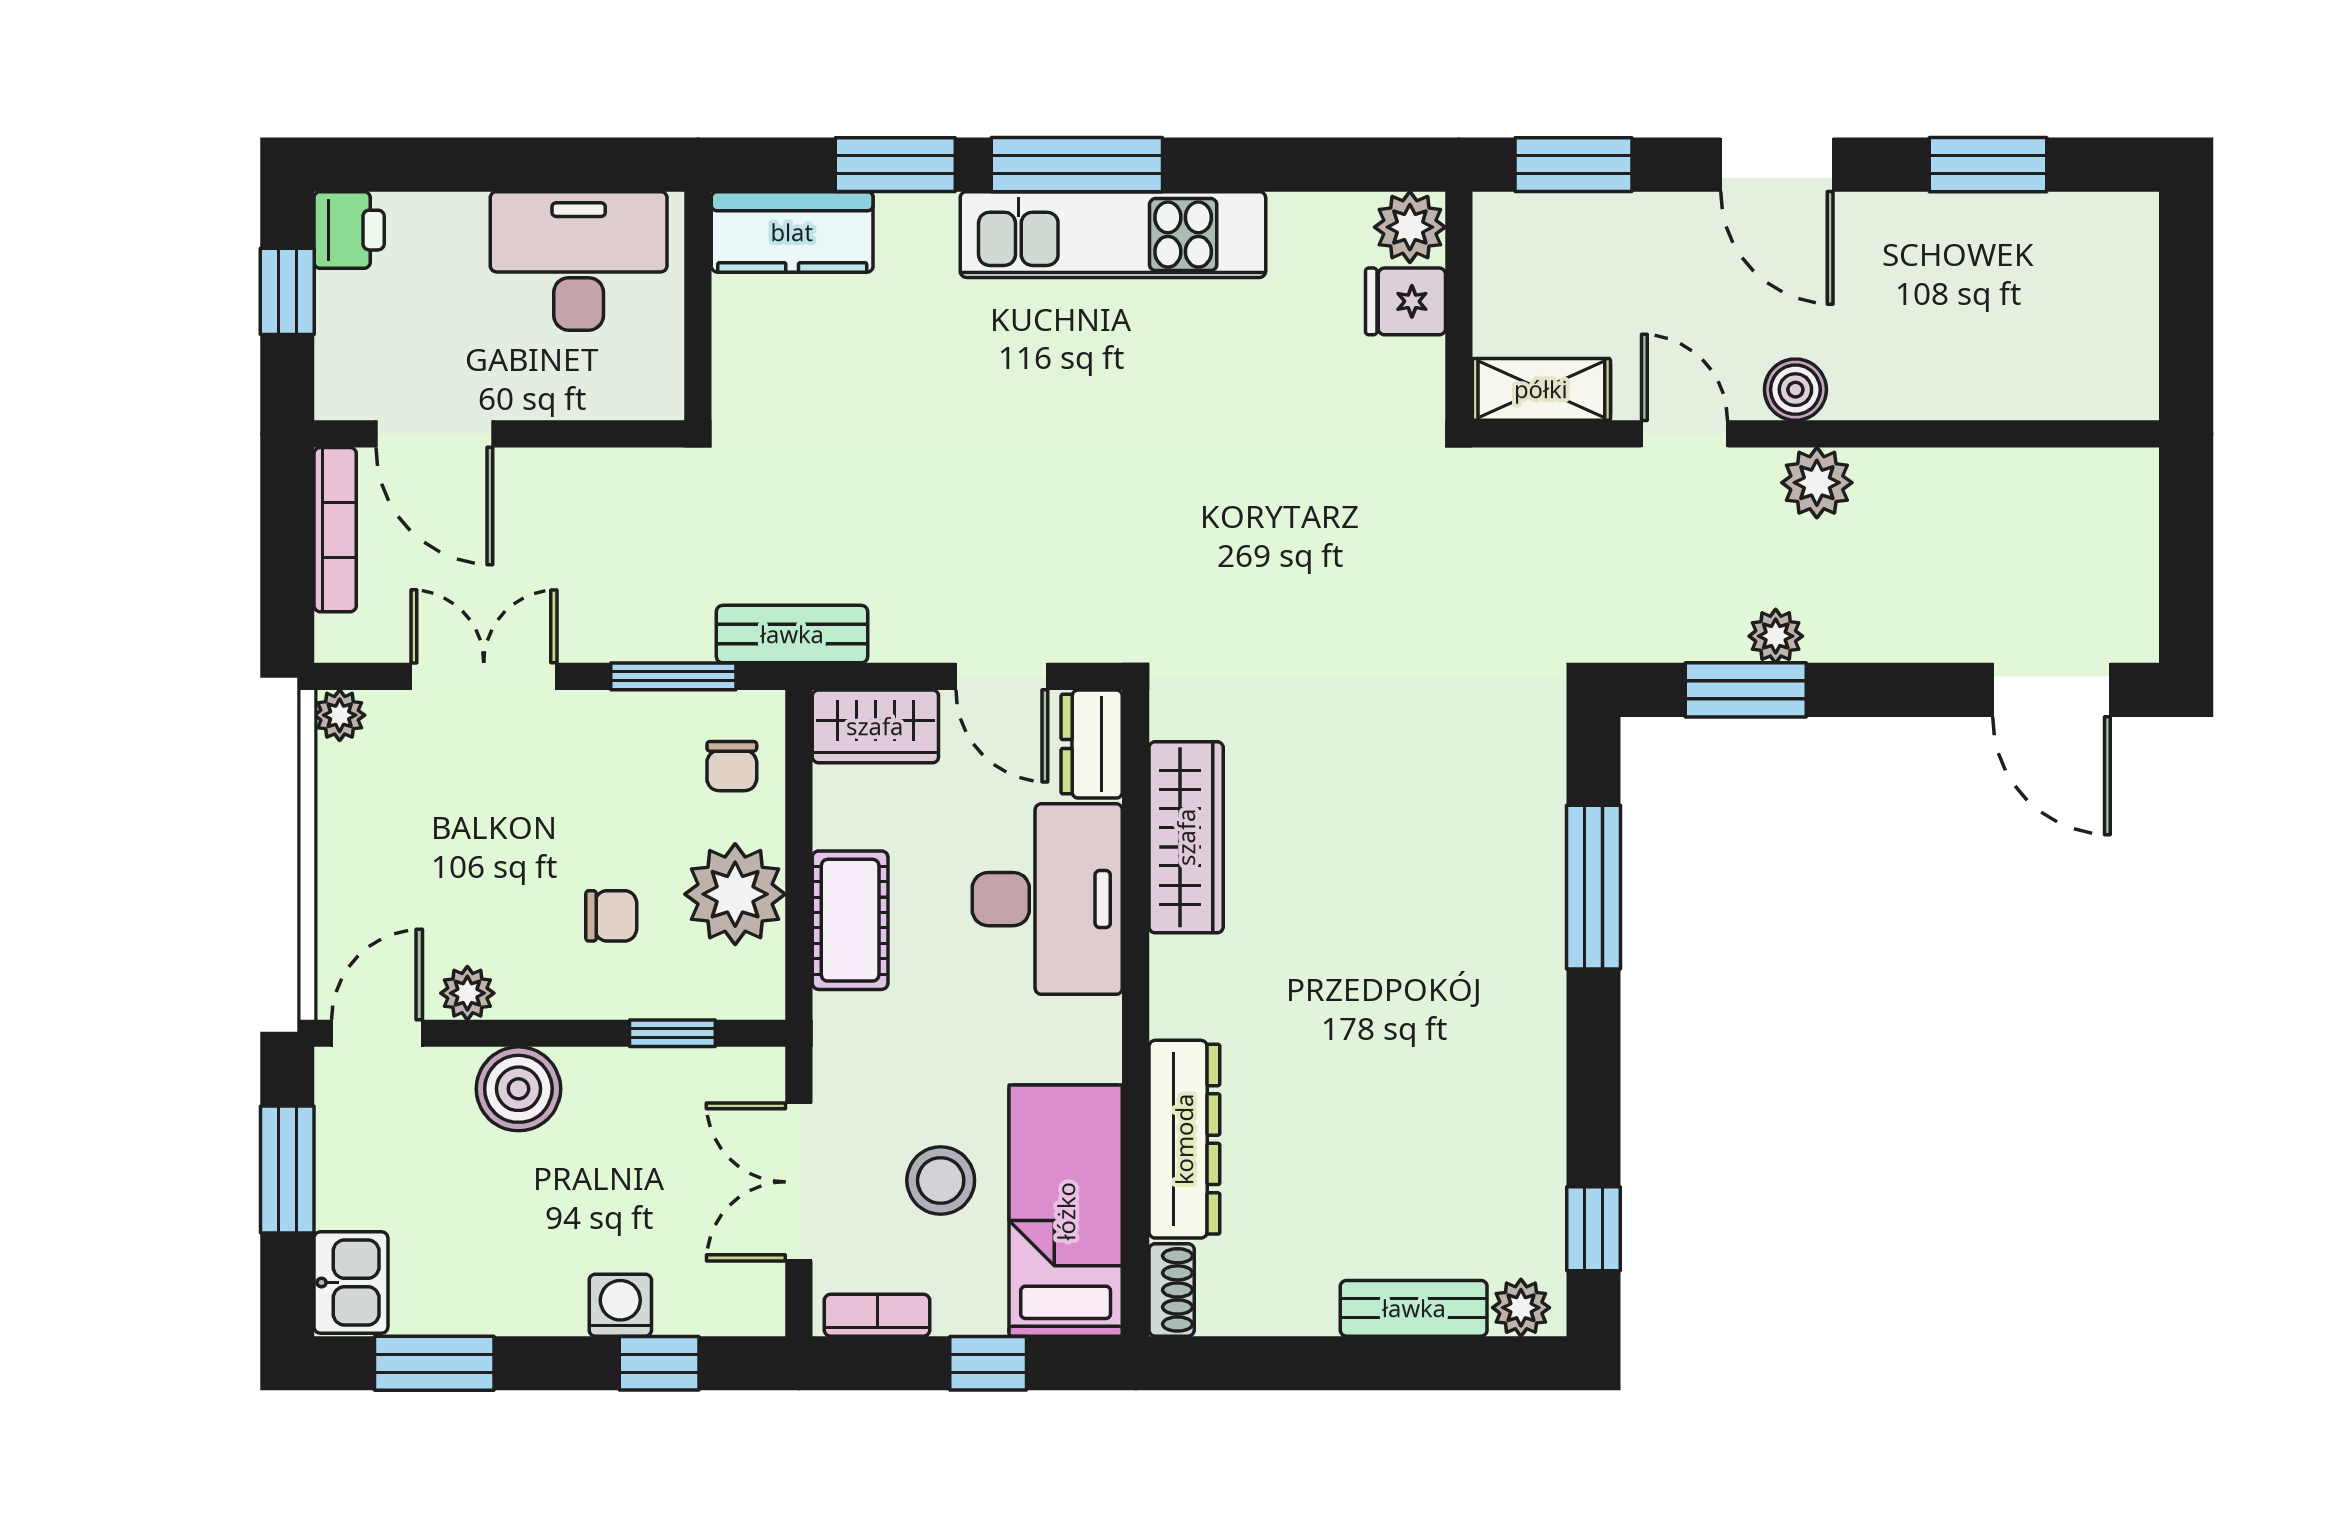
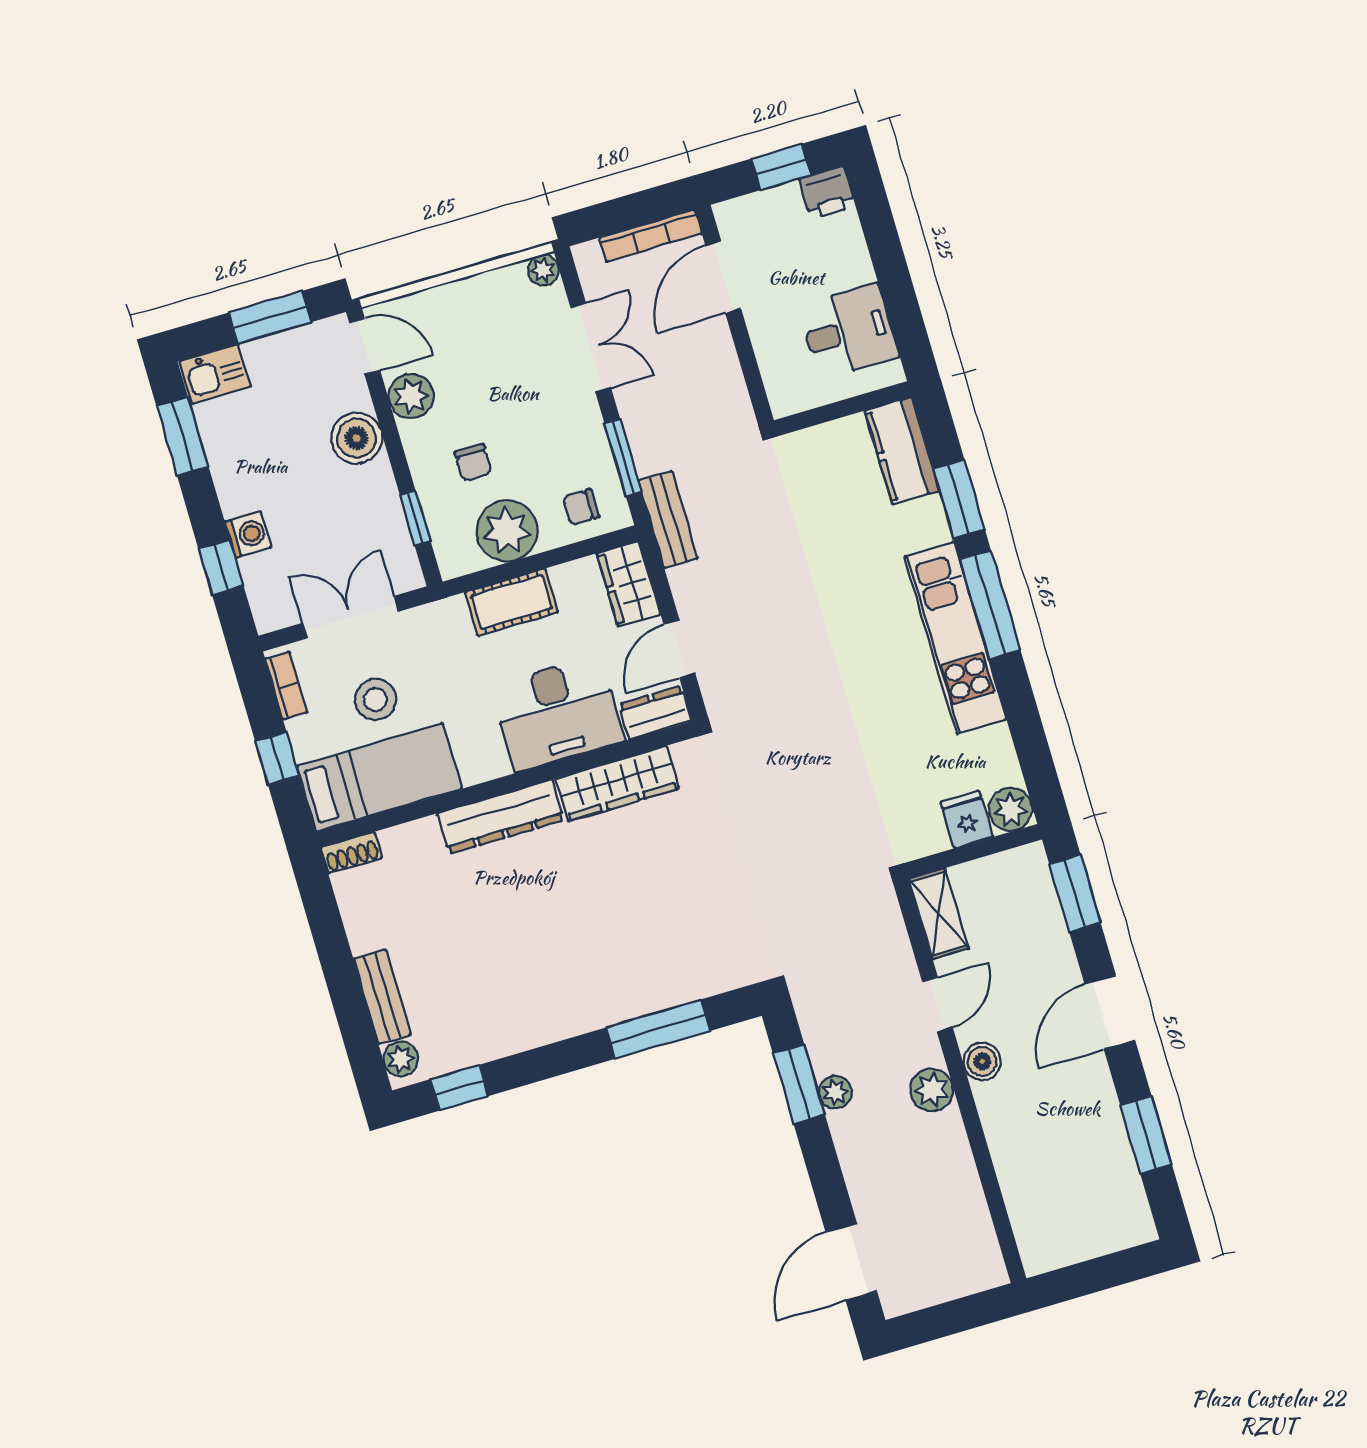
desk: (579, 261) -> (849, 331), width x0.73
plant: (467, 993) -> (411, 396), width x1.38, depth x1.38
dresser: (1184, 1139) -> (501, 817), moved

